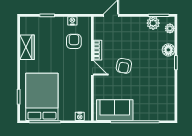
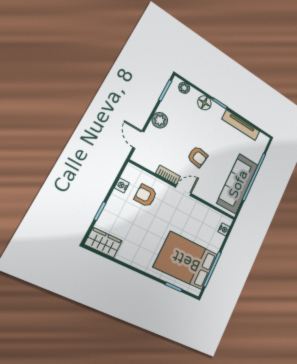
plant: (153, 23) -> (160, 120), moved
wardrobe: (27, 47) -> (103, 243), moved
tv unit: (170, 89) -> (241, 125), added
sofa: (115, 110) -> (238, 184), width x1.36

